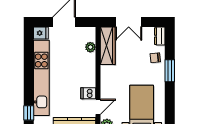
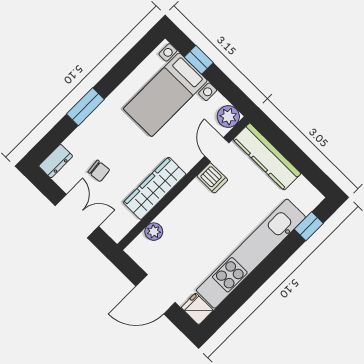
wardrobe: (108, 46) -> (155, 188), moved
chair: (155, 58) -> (99, 171), moved
door: (98, 107) -> (217, 150), hinge flipped

